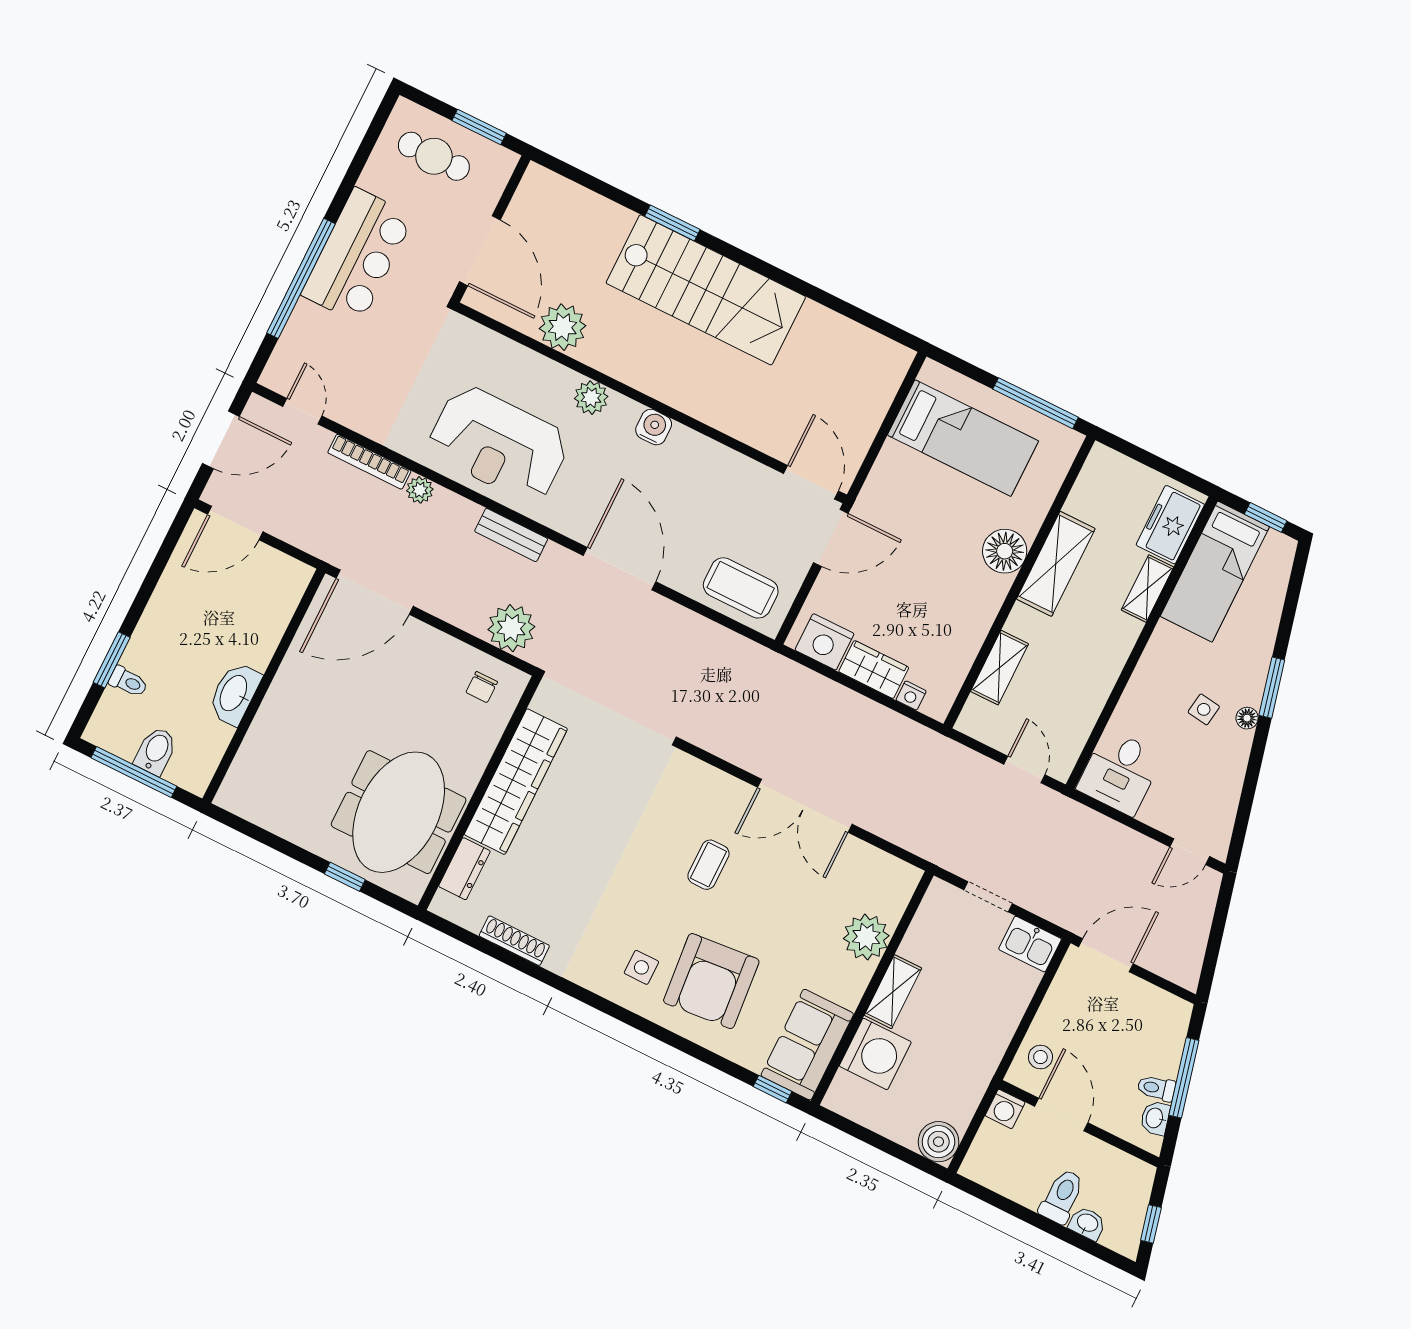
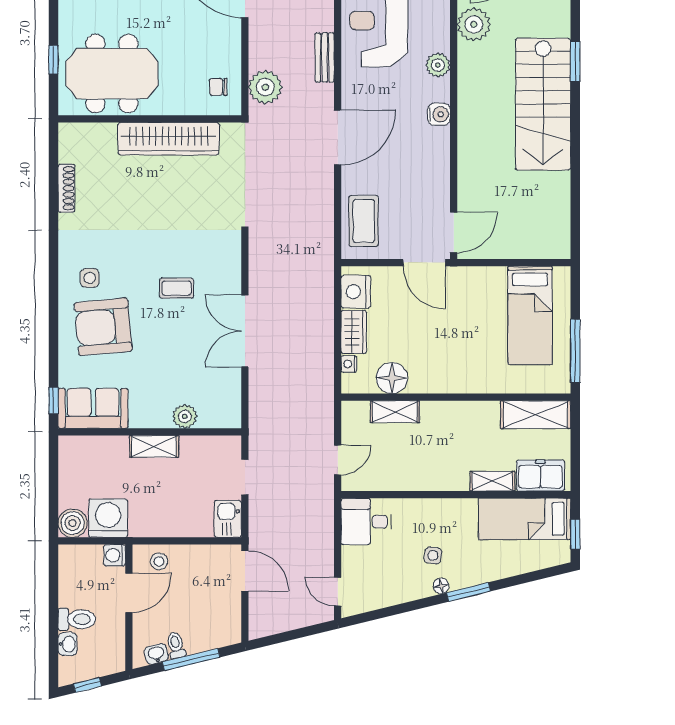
floor lamp: (1005, 551) -> (392, 378), moved
shelving: (1056, 564) -> (536, 415), moved
dresser: (464, 869) -> (97, 133), removed
plant: (866, 937) -> (185, 416), width x0.73, depth x0.73
washing machine: (875, 1054) -> (108, 518), moved, turned 180

